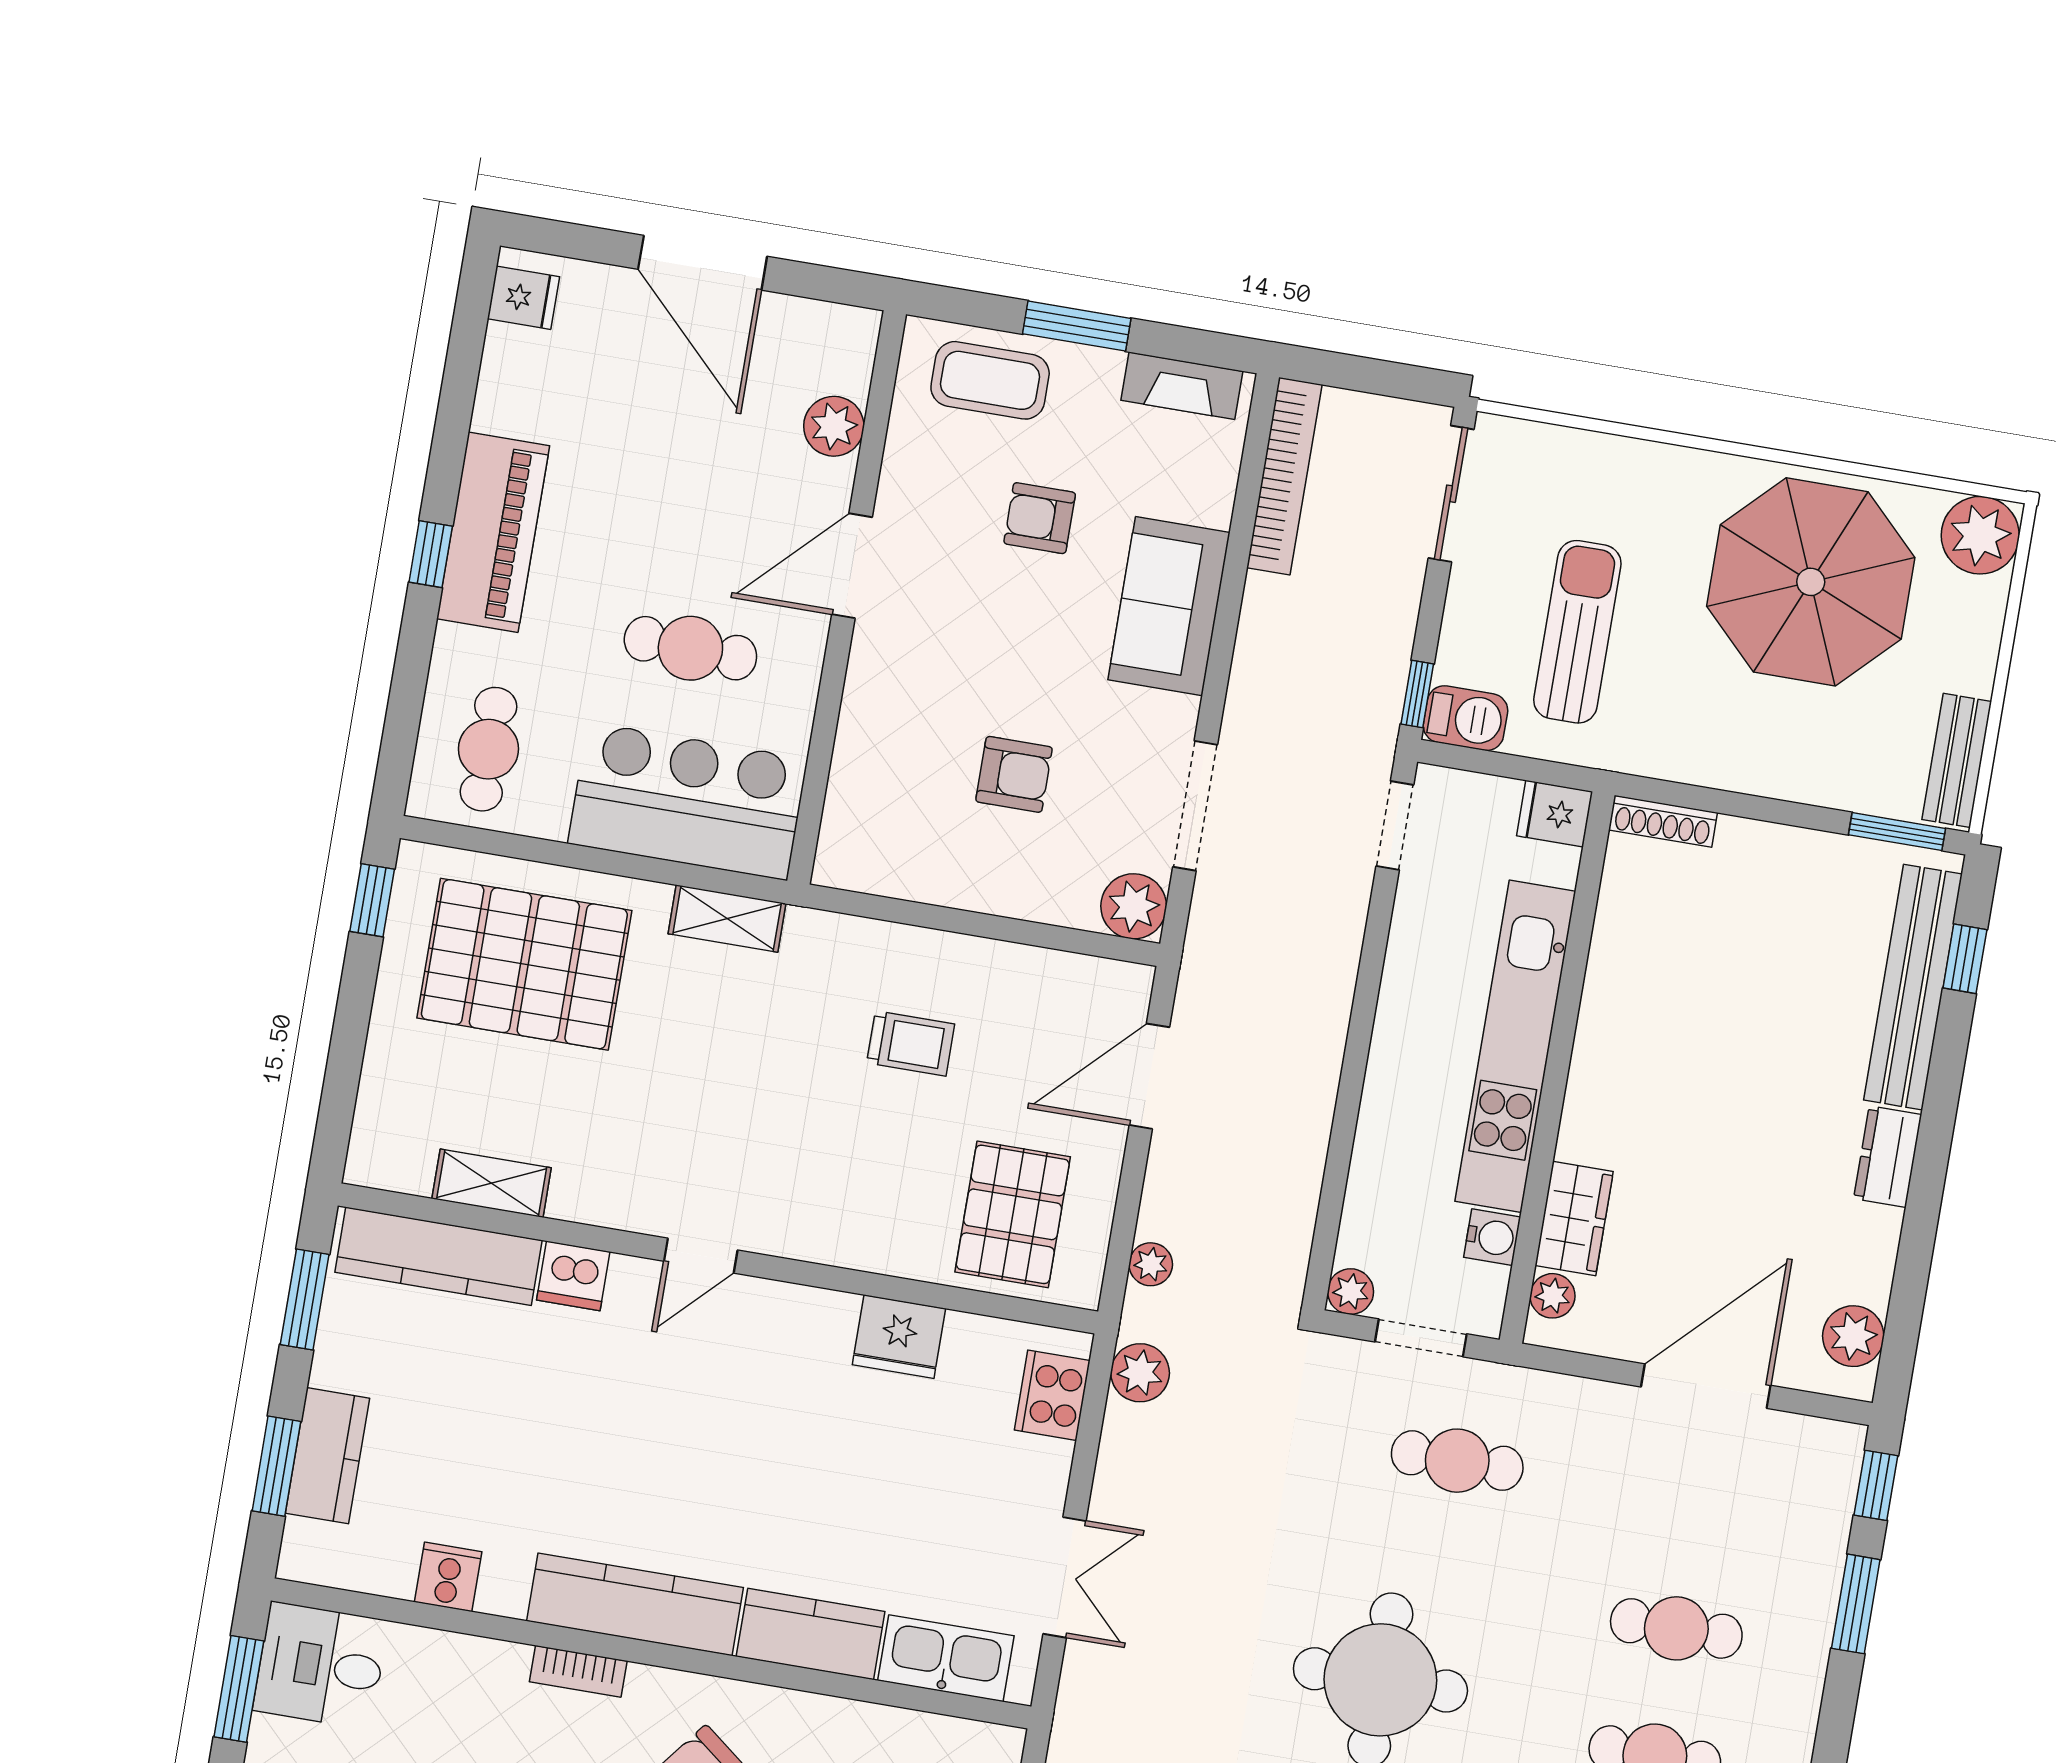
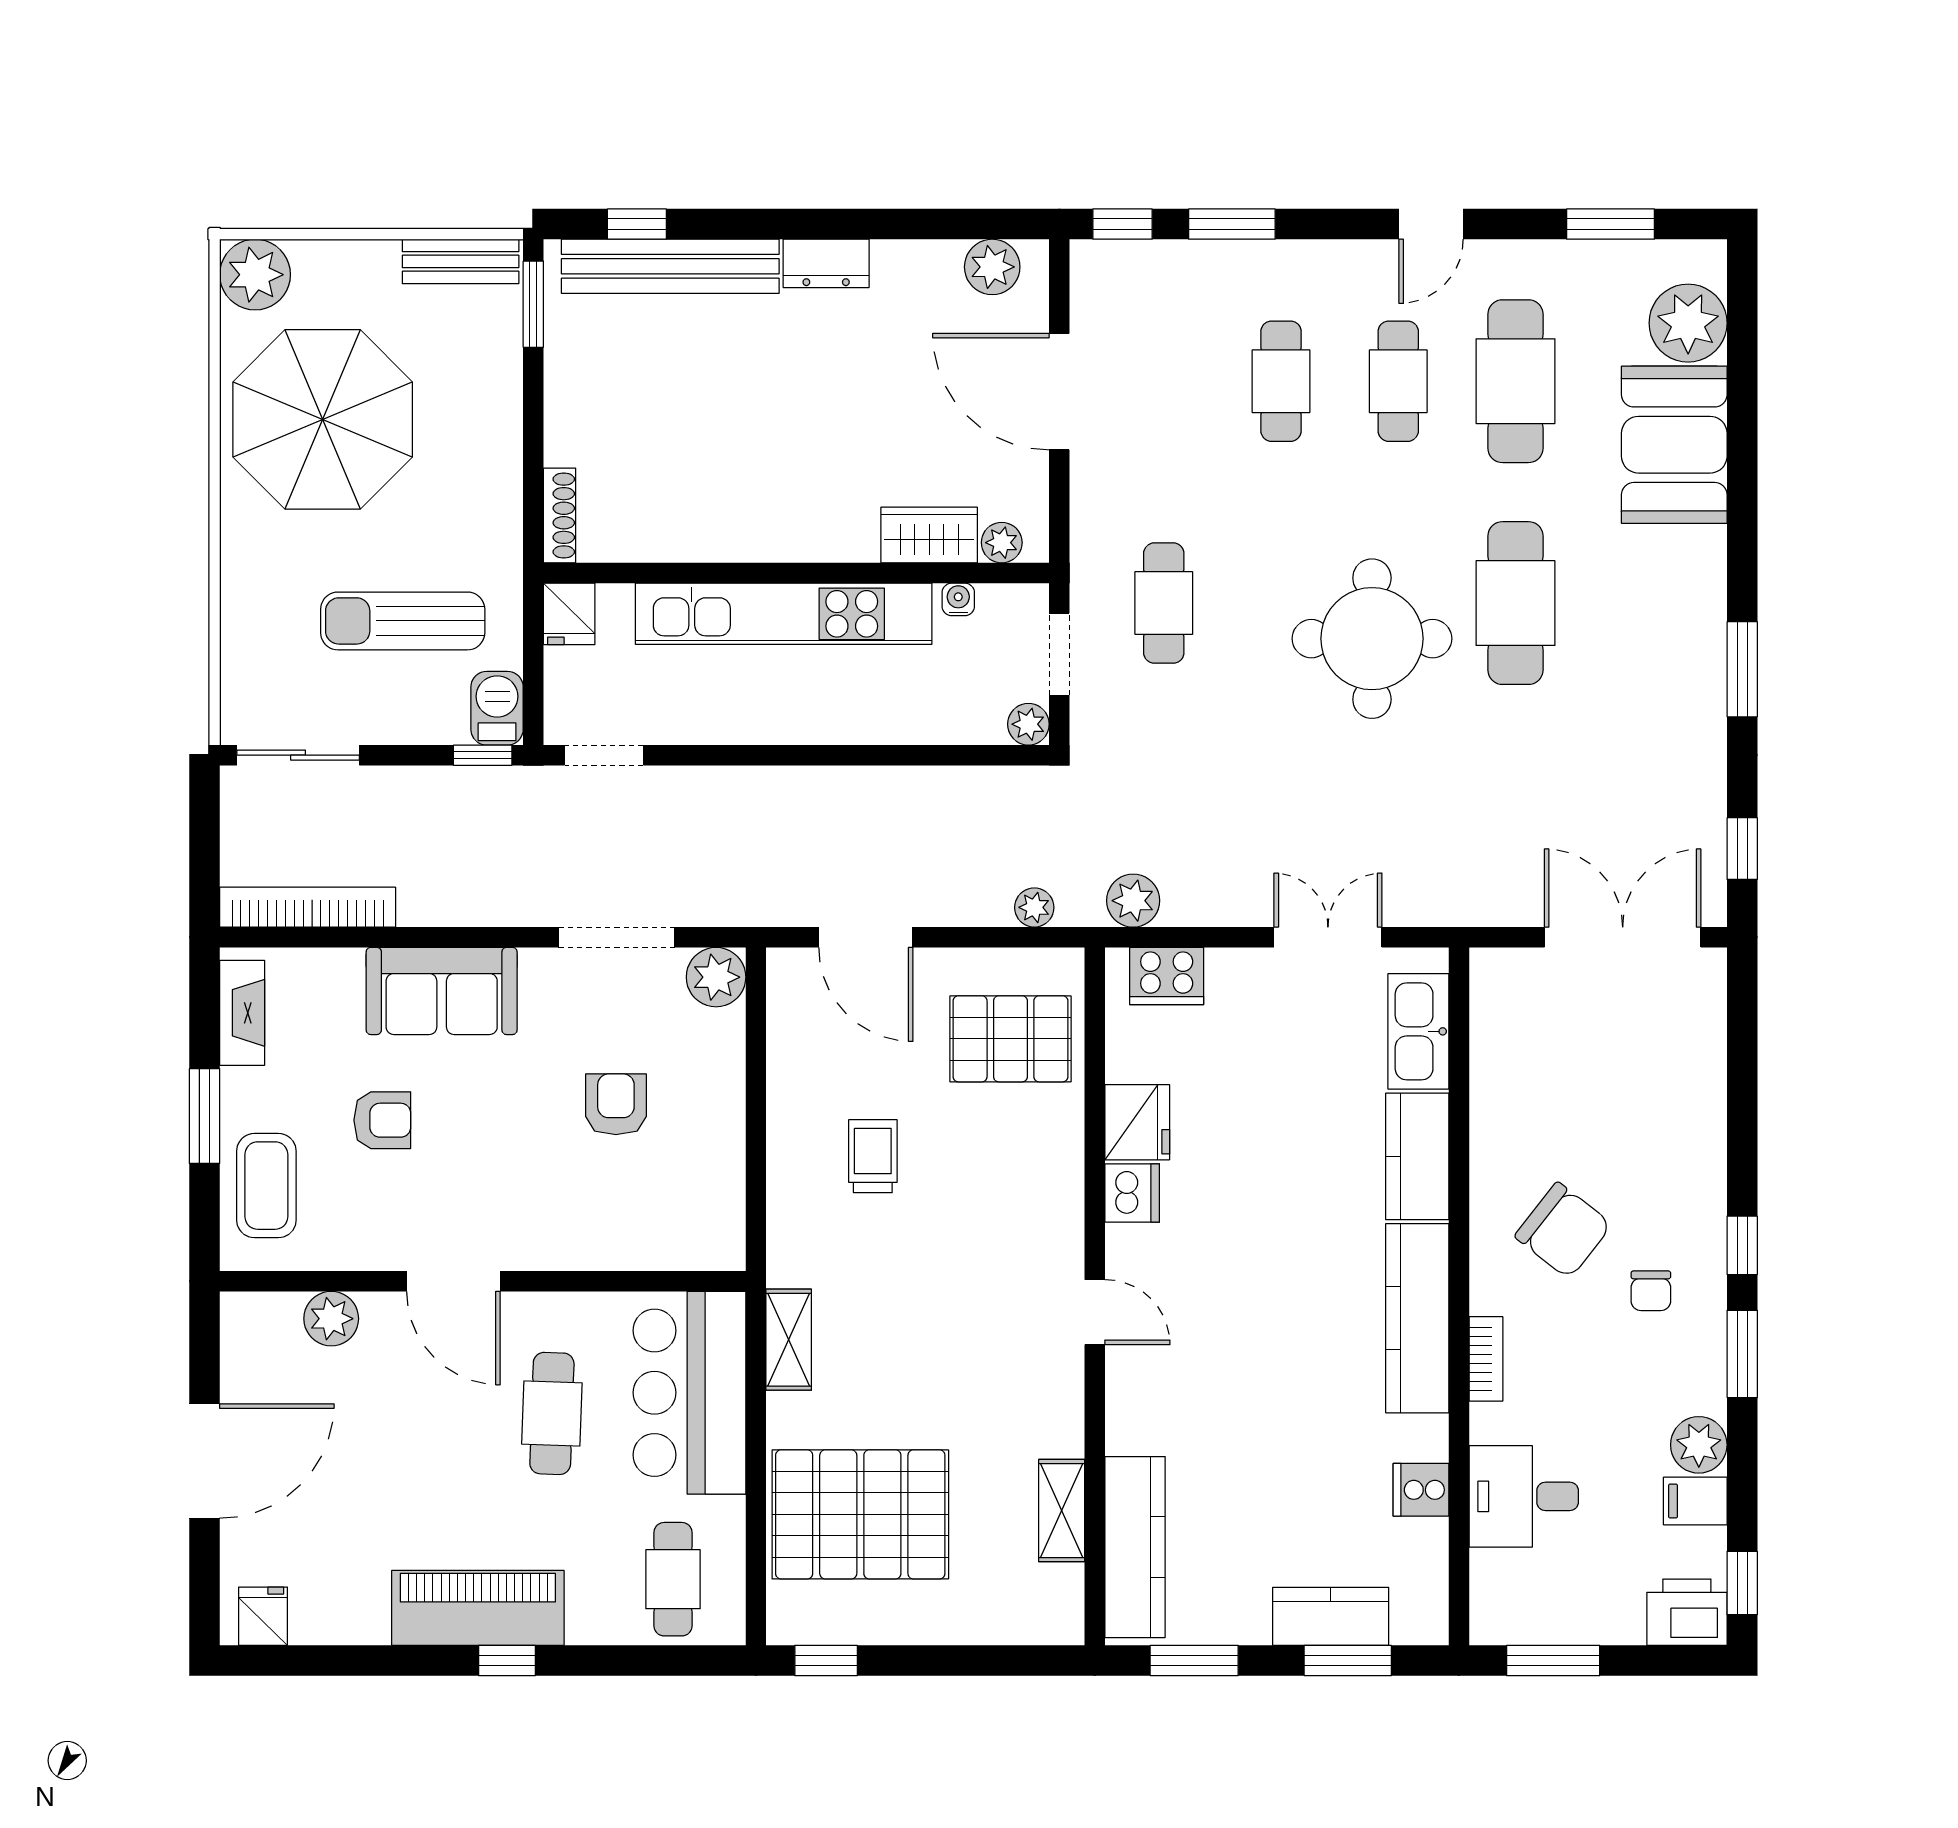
armchair: (1040, 518) -> (382, 1120), turned -90
cafe table: (488, 749) -> (673, 1579), turned 90
pallet: (524, 964) -> (860, 1514), turned 90
water cooler: (1492, 1237) -> (958, 599), width x0.72, depth x0.72
dishwasher: (573, 1276) -> (1132, 1193), moved
desk: (321, 1665) -> (1524, 1496), moved, turned 90

